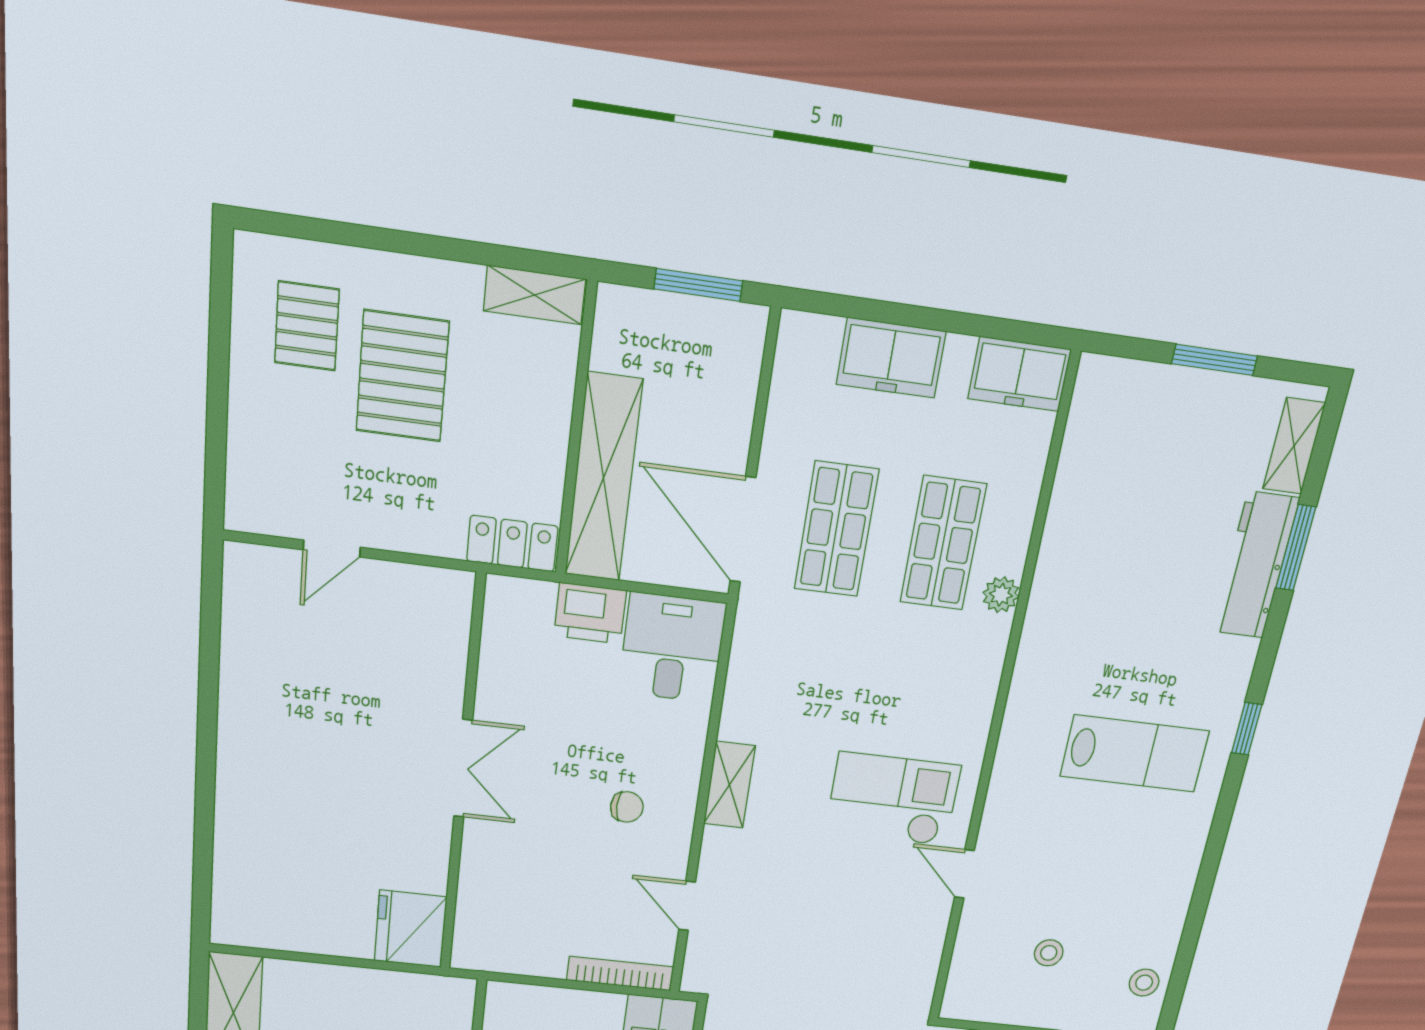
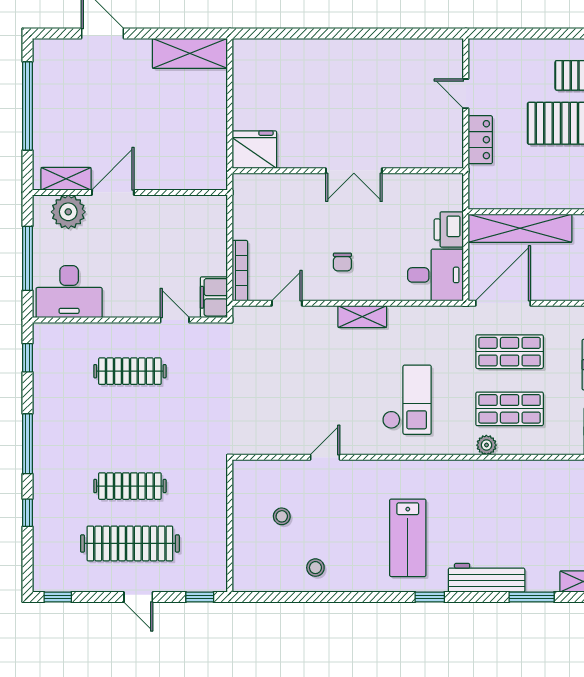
locker: (512, 544) -> (480, 140), moved
workbench: (1255, 565) -> (487, 578), moved
checkout: (893, 799) -> (407, 400), moved
stool: (1144, 983) -> (315, 568), moved

